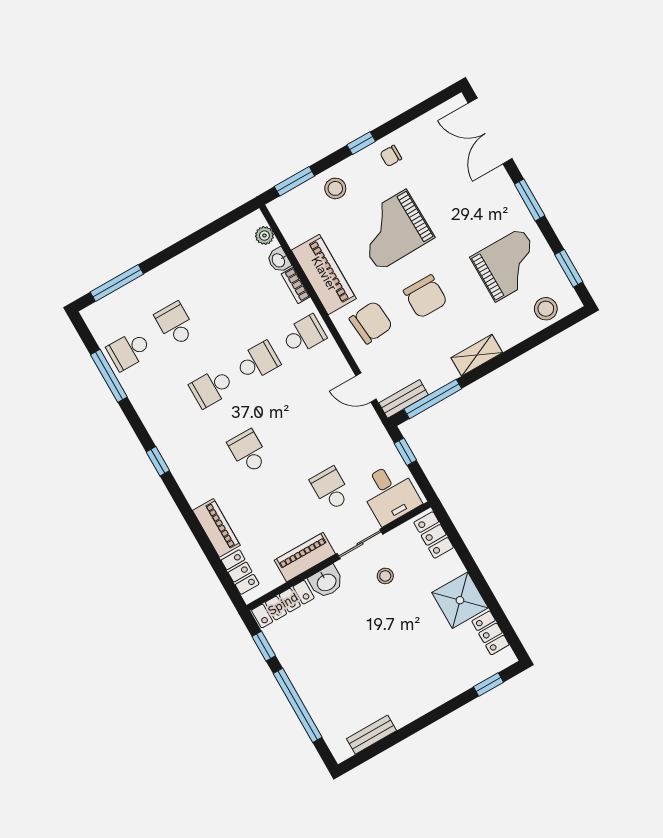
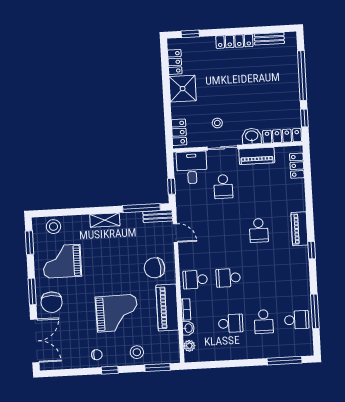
chair: (425, 297) -> (52, 302), moved, turned 180
school desk: (212, 388) -> (231, 323), moved
piano: (216, 528) -> (299, 229), moved
locker: (420, 706) -> (234, 41), added

